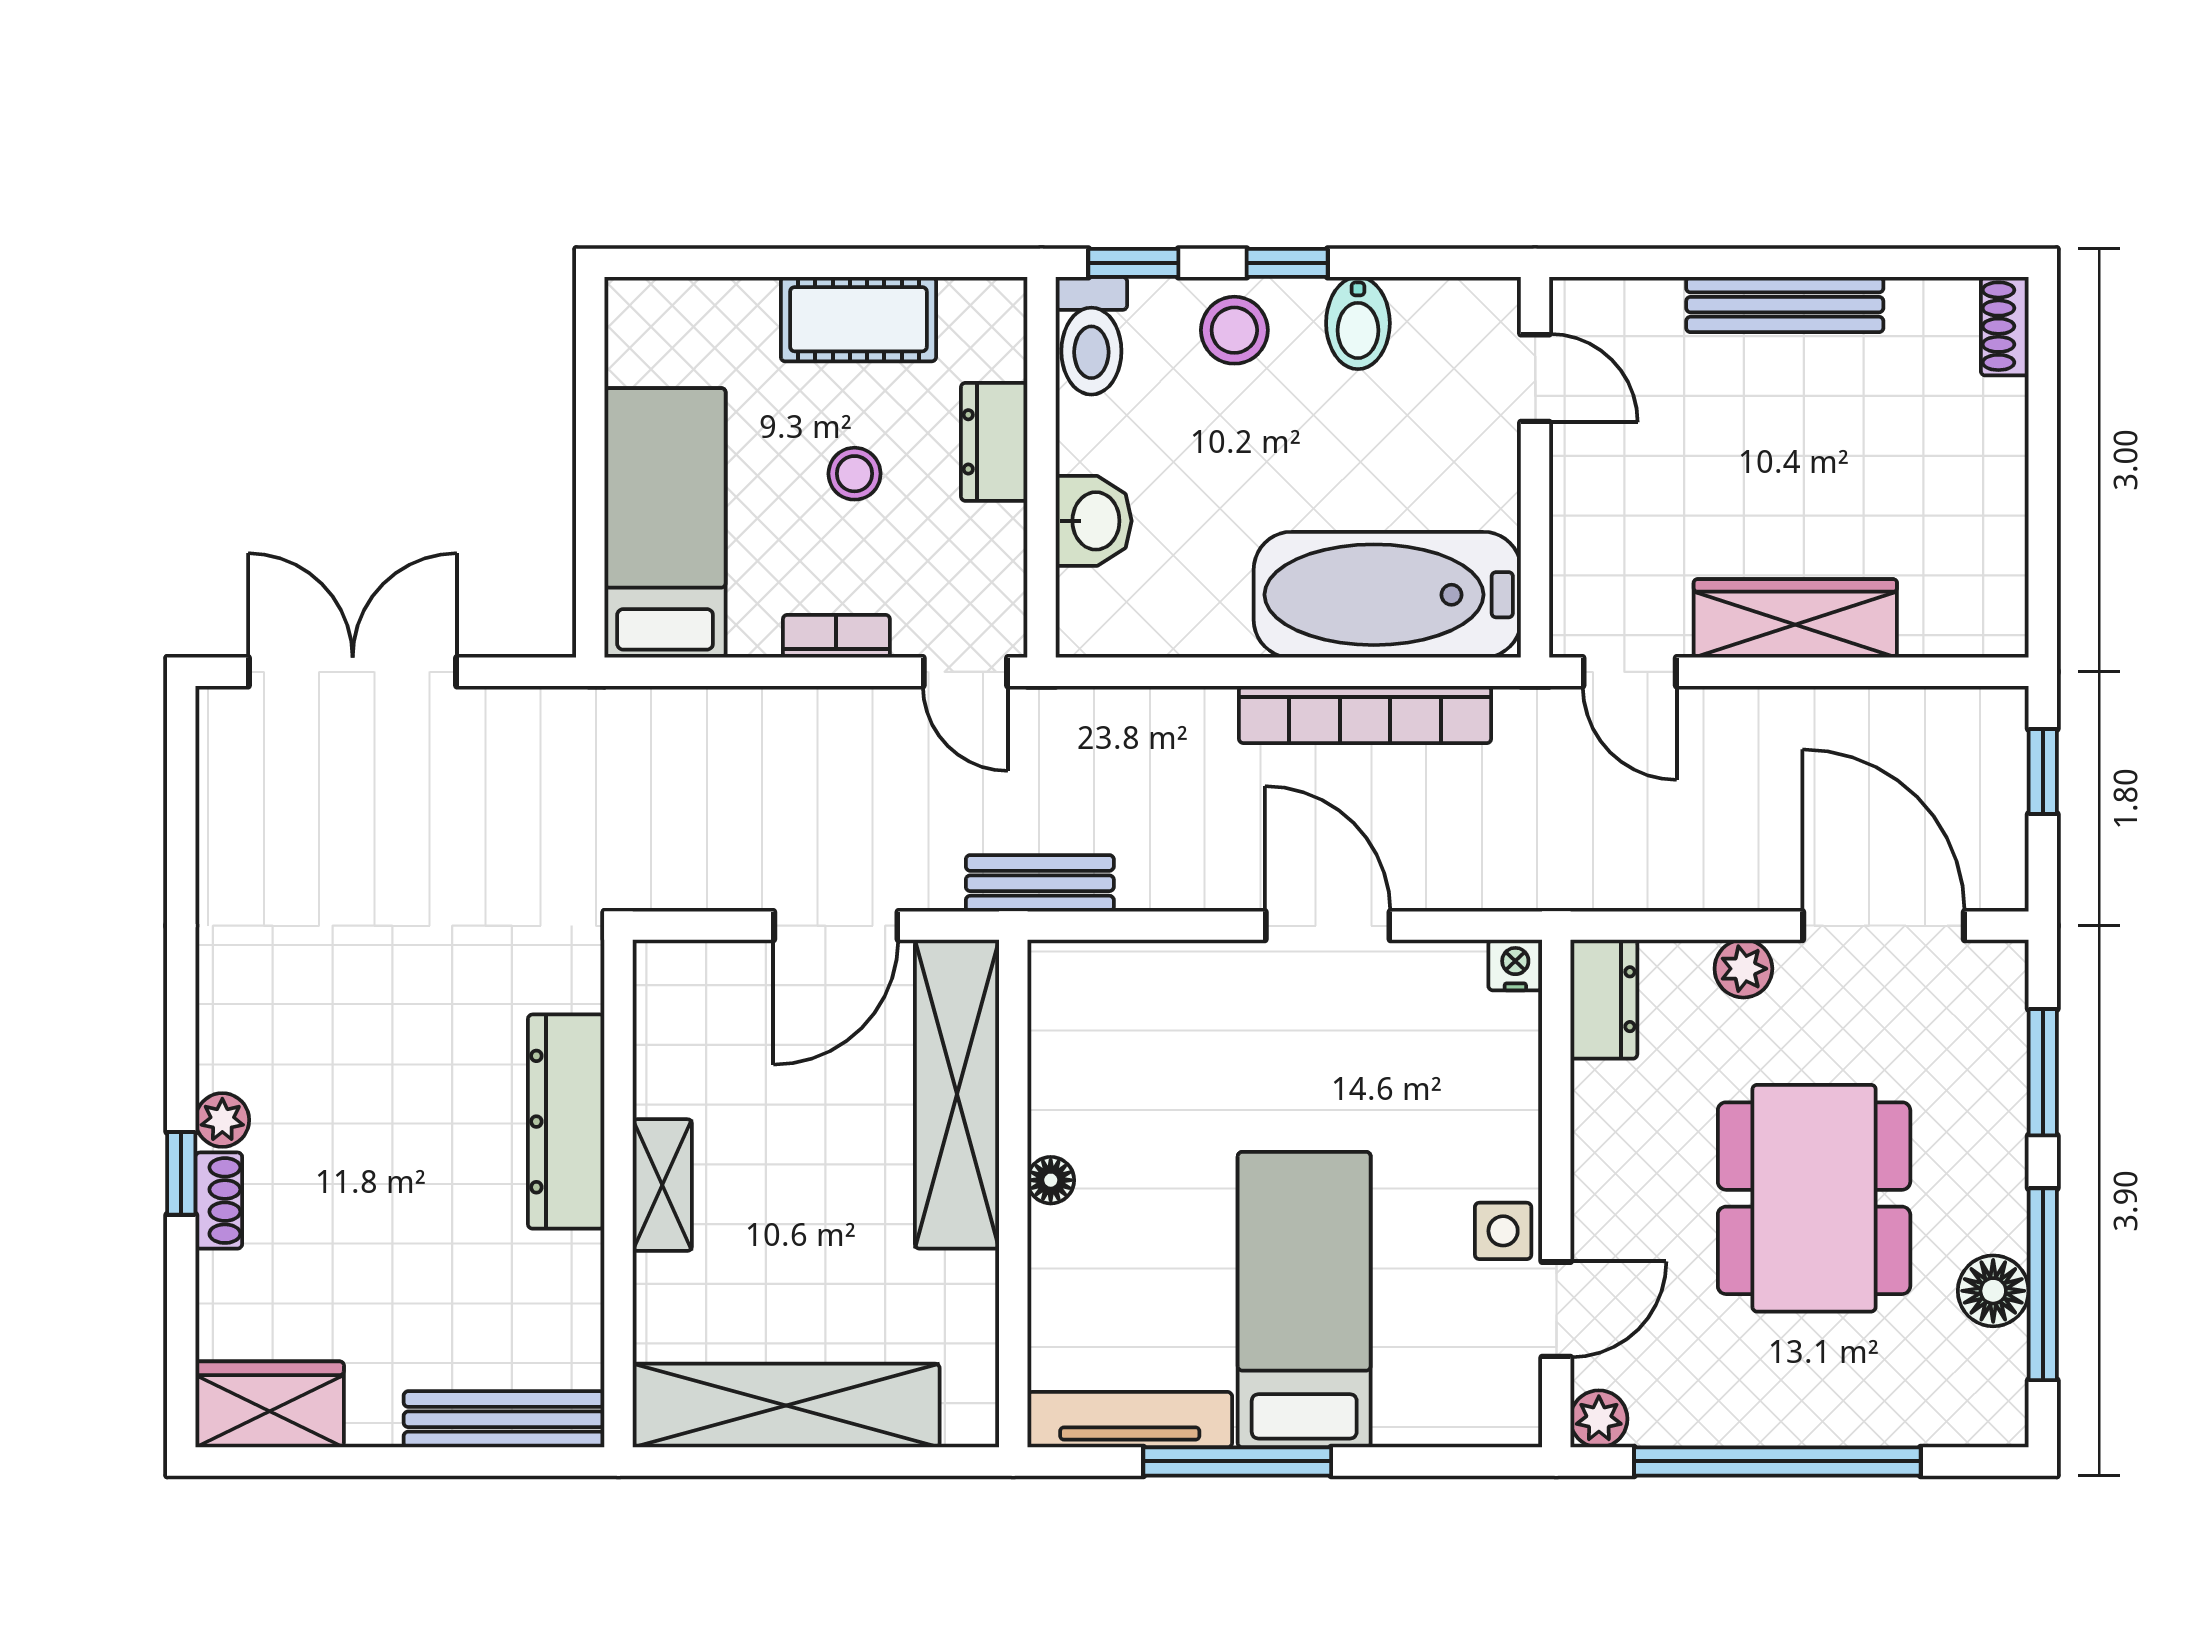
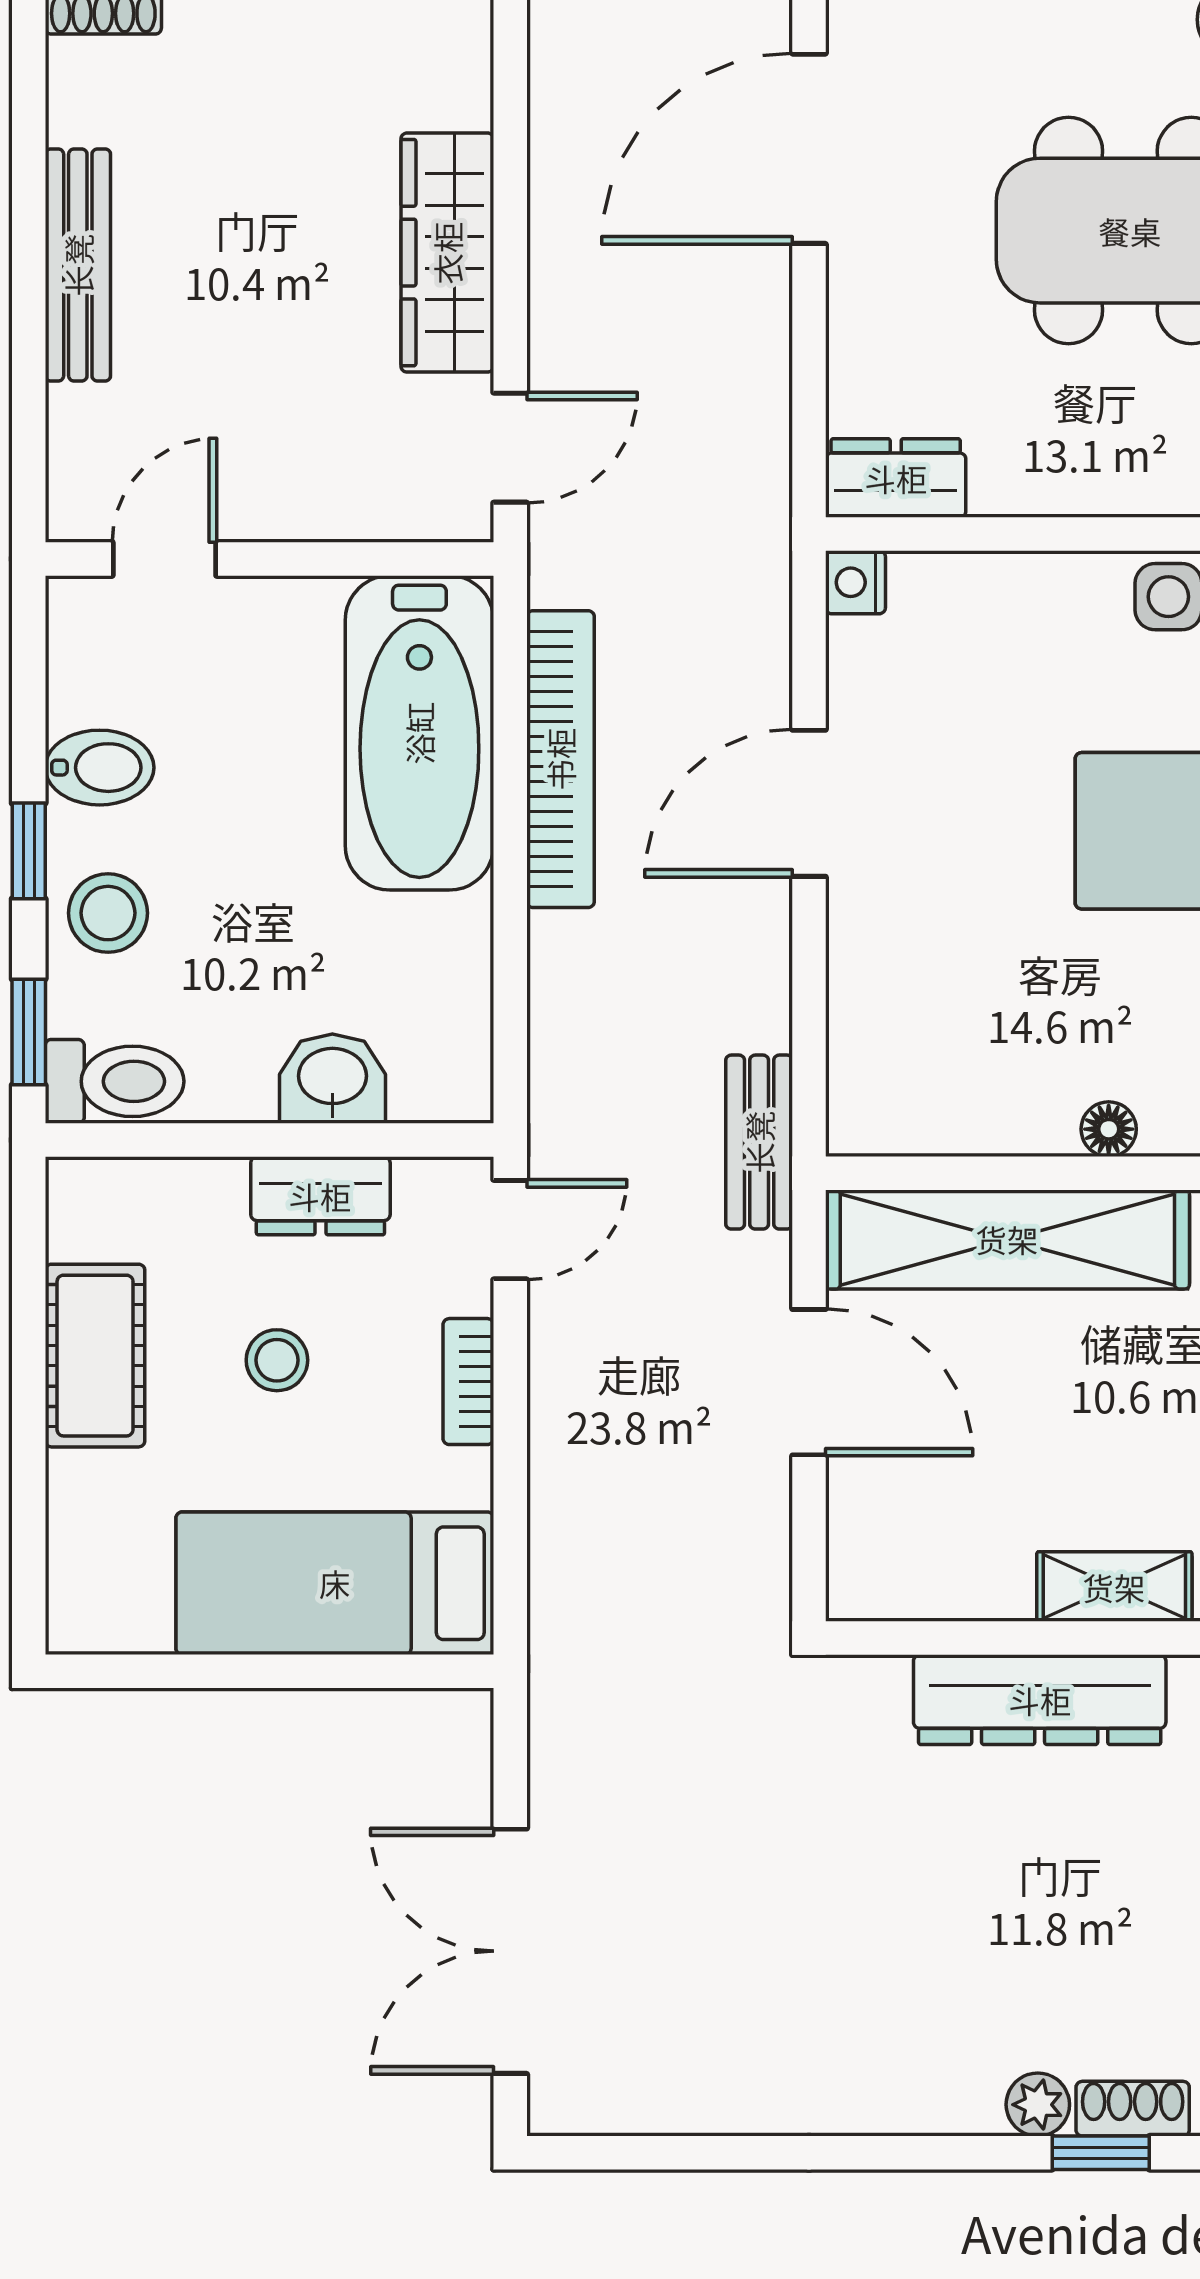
dresser: (994, 442) -> (320, 1196), moved
plant: (1743, 969) -> (860, 314), removed

